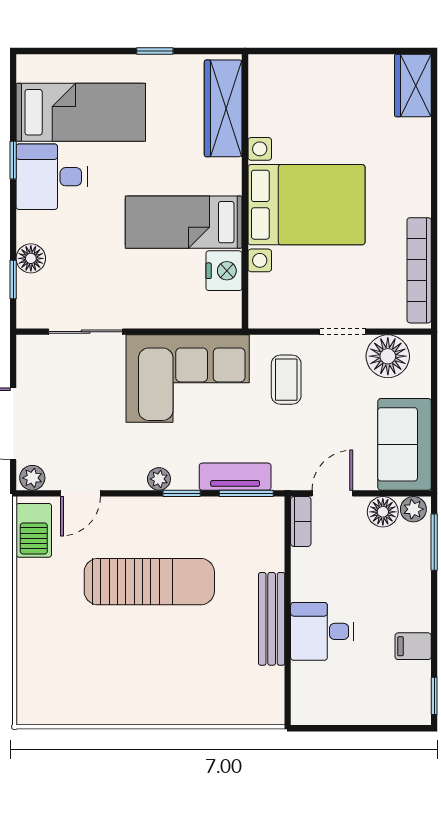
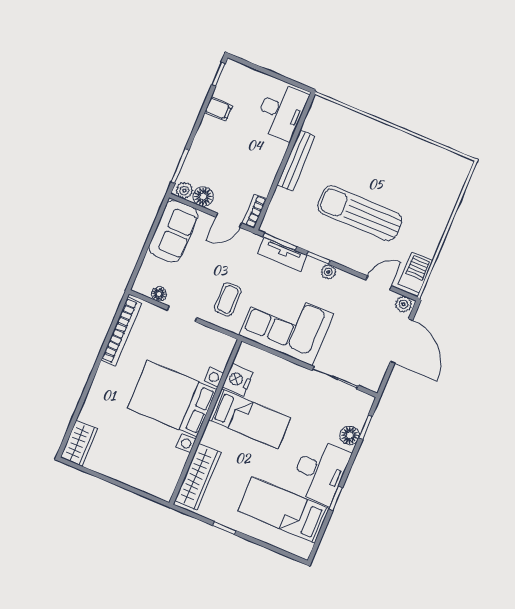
desk: (52, 177) -> (320, 471), width x1.37
floor lamp: (388, 356) -> (159, 294), width x0.53, depth x0.53
desk: (322, 631) -> (281, 111), moved, width x1.37

